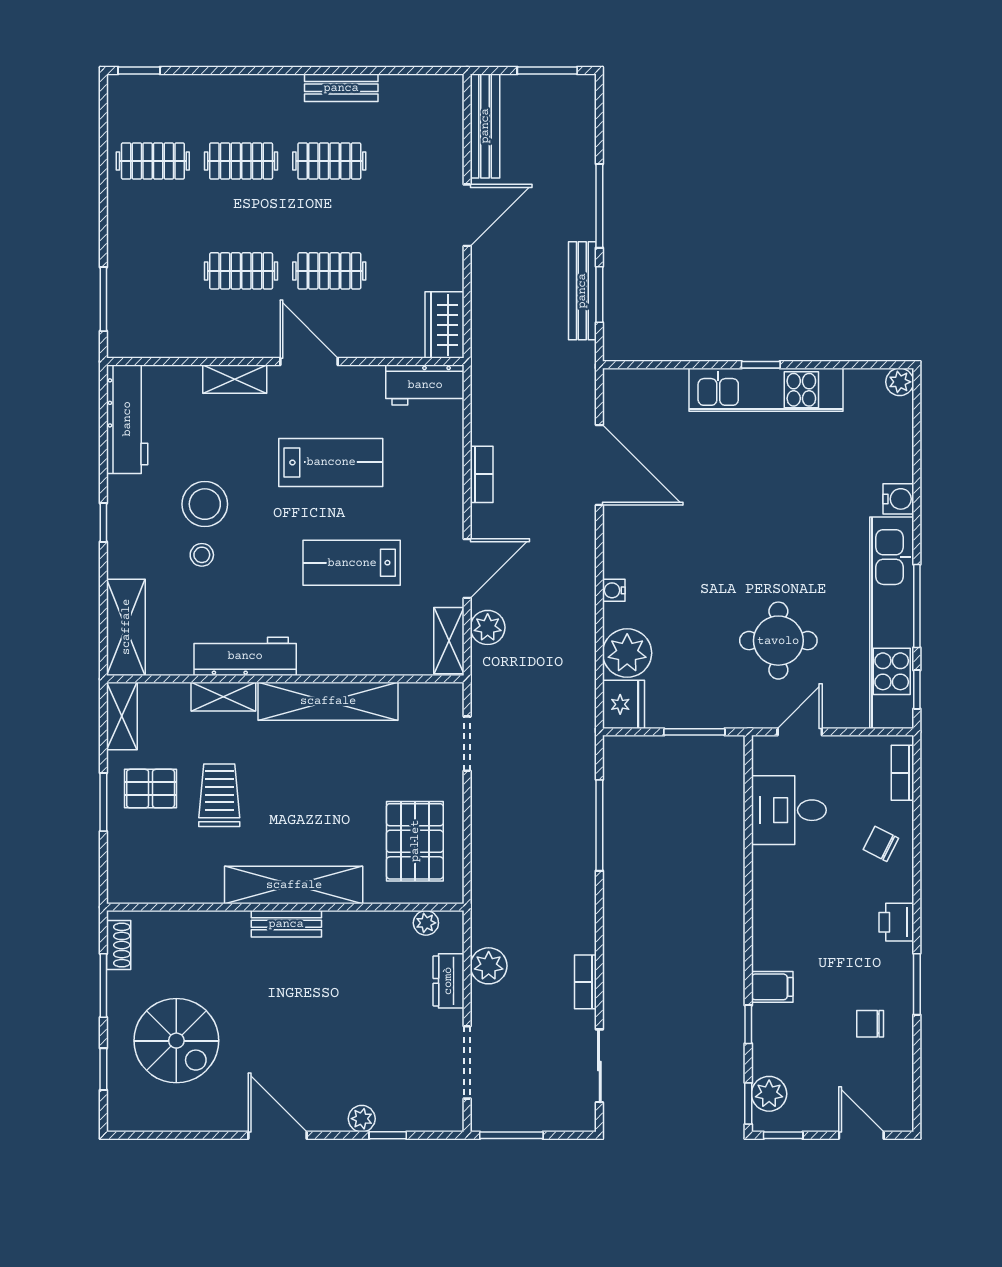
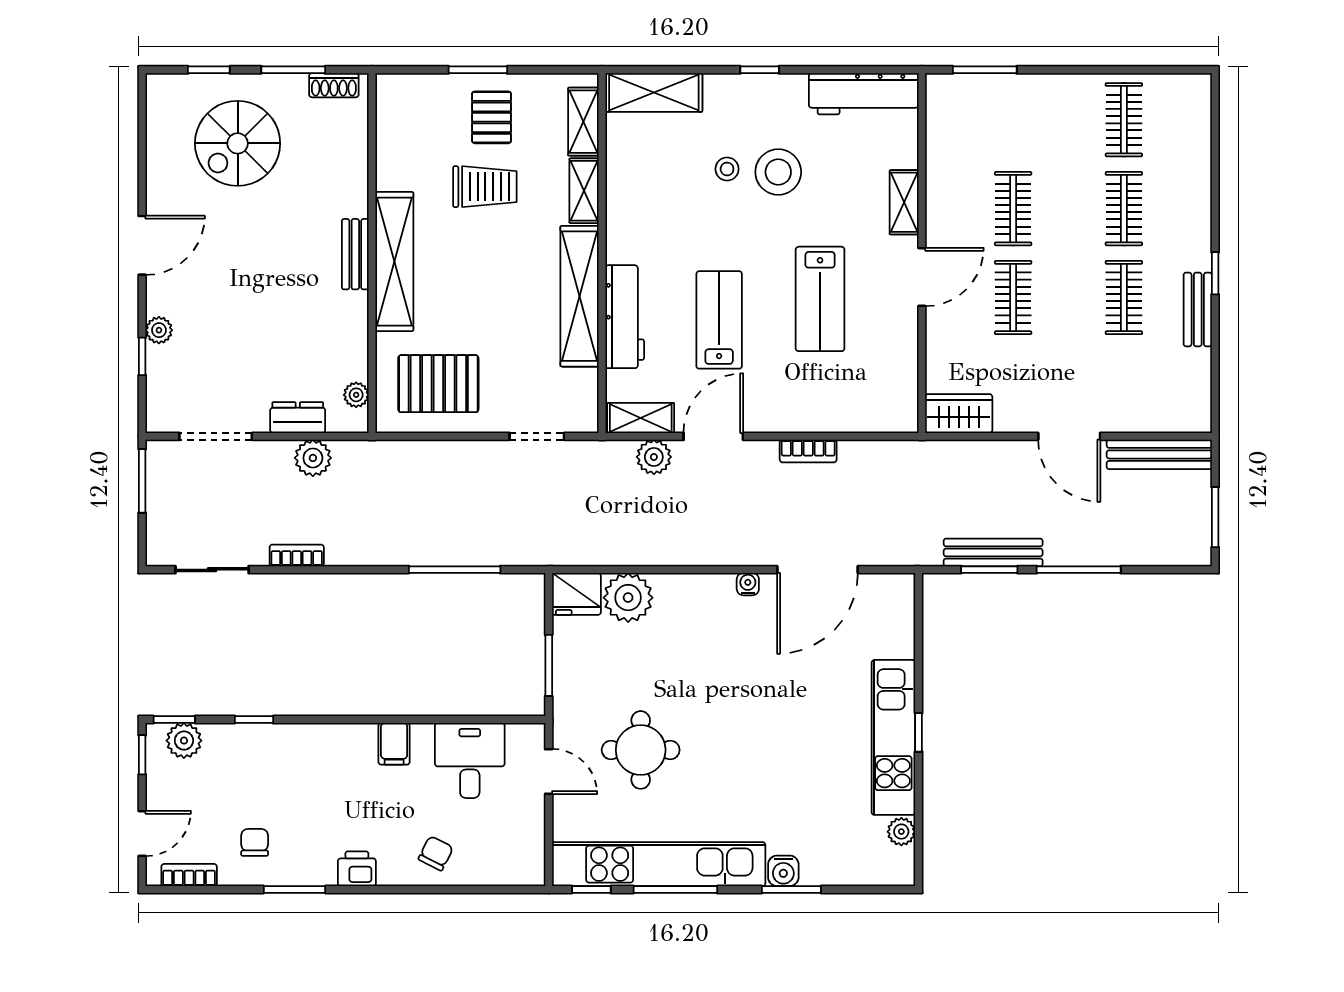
window: (139, 70) -> (1215, 273), moved
plant: (900, 382) -> (901, 832), moved
workbench: (425, 385) -> (898, 394), removed
window: (917, 491) -> (791, 890), added
door: (467, 568) -> (713, 436), swing flipped
water cooler: (614, 590) -> (748, 584), moved
workbench: (245, 656) -> (625, 317), moved
shelving: (122, 716) -> (583, 122), moved, turned 90
bookcase: (902, 773) -> (189, 875), moved
filing cabinet: (772, 987) -> (394, 744), moved

